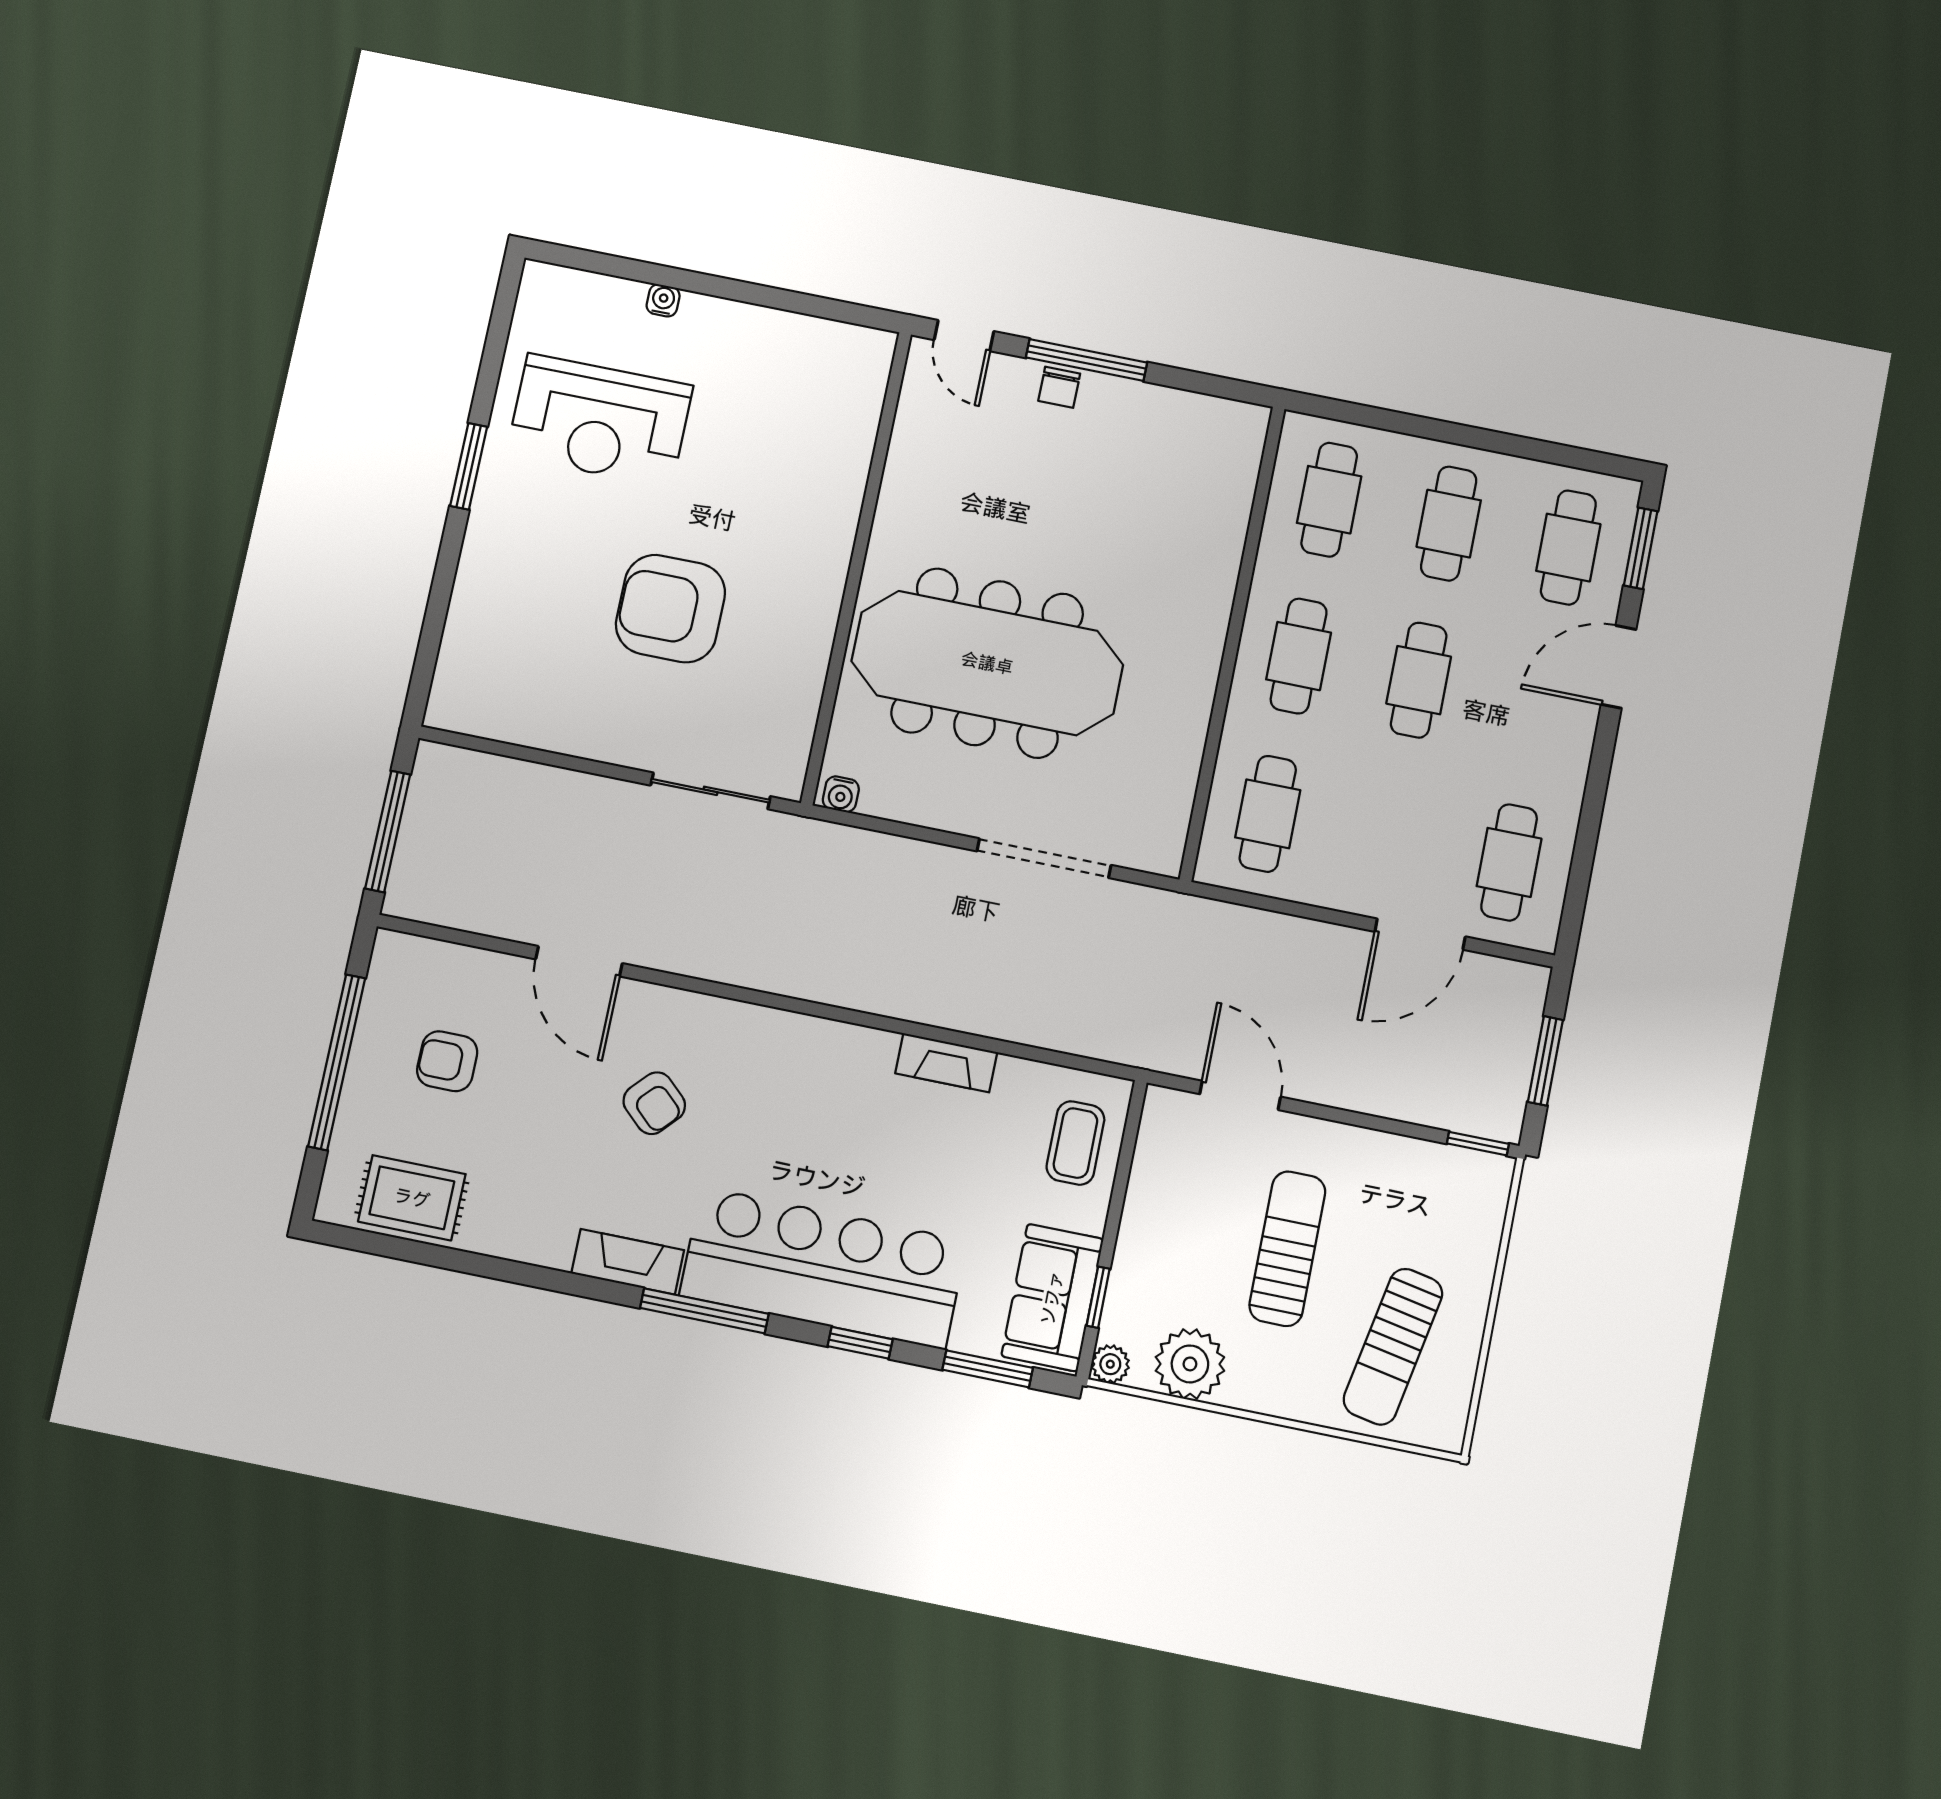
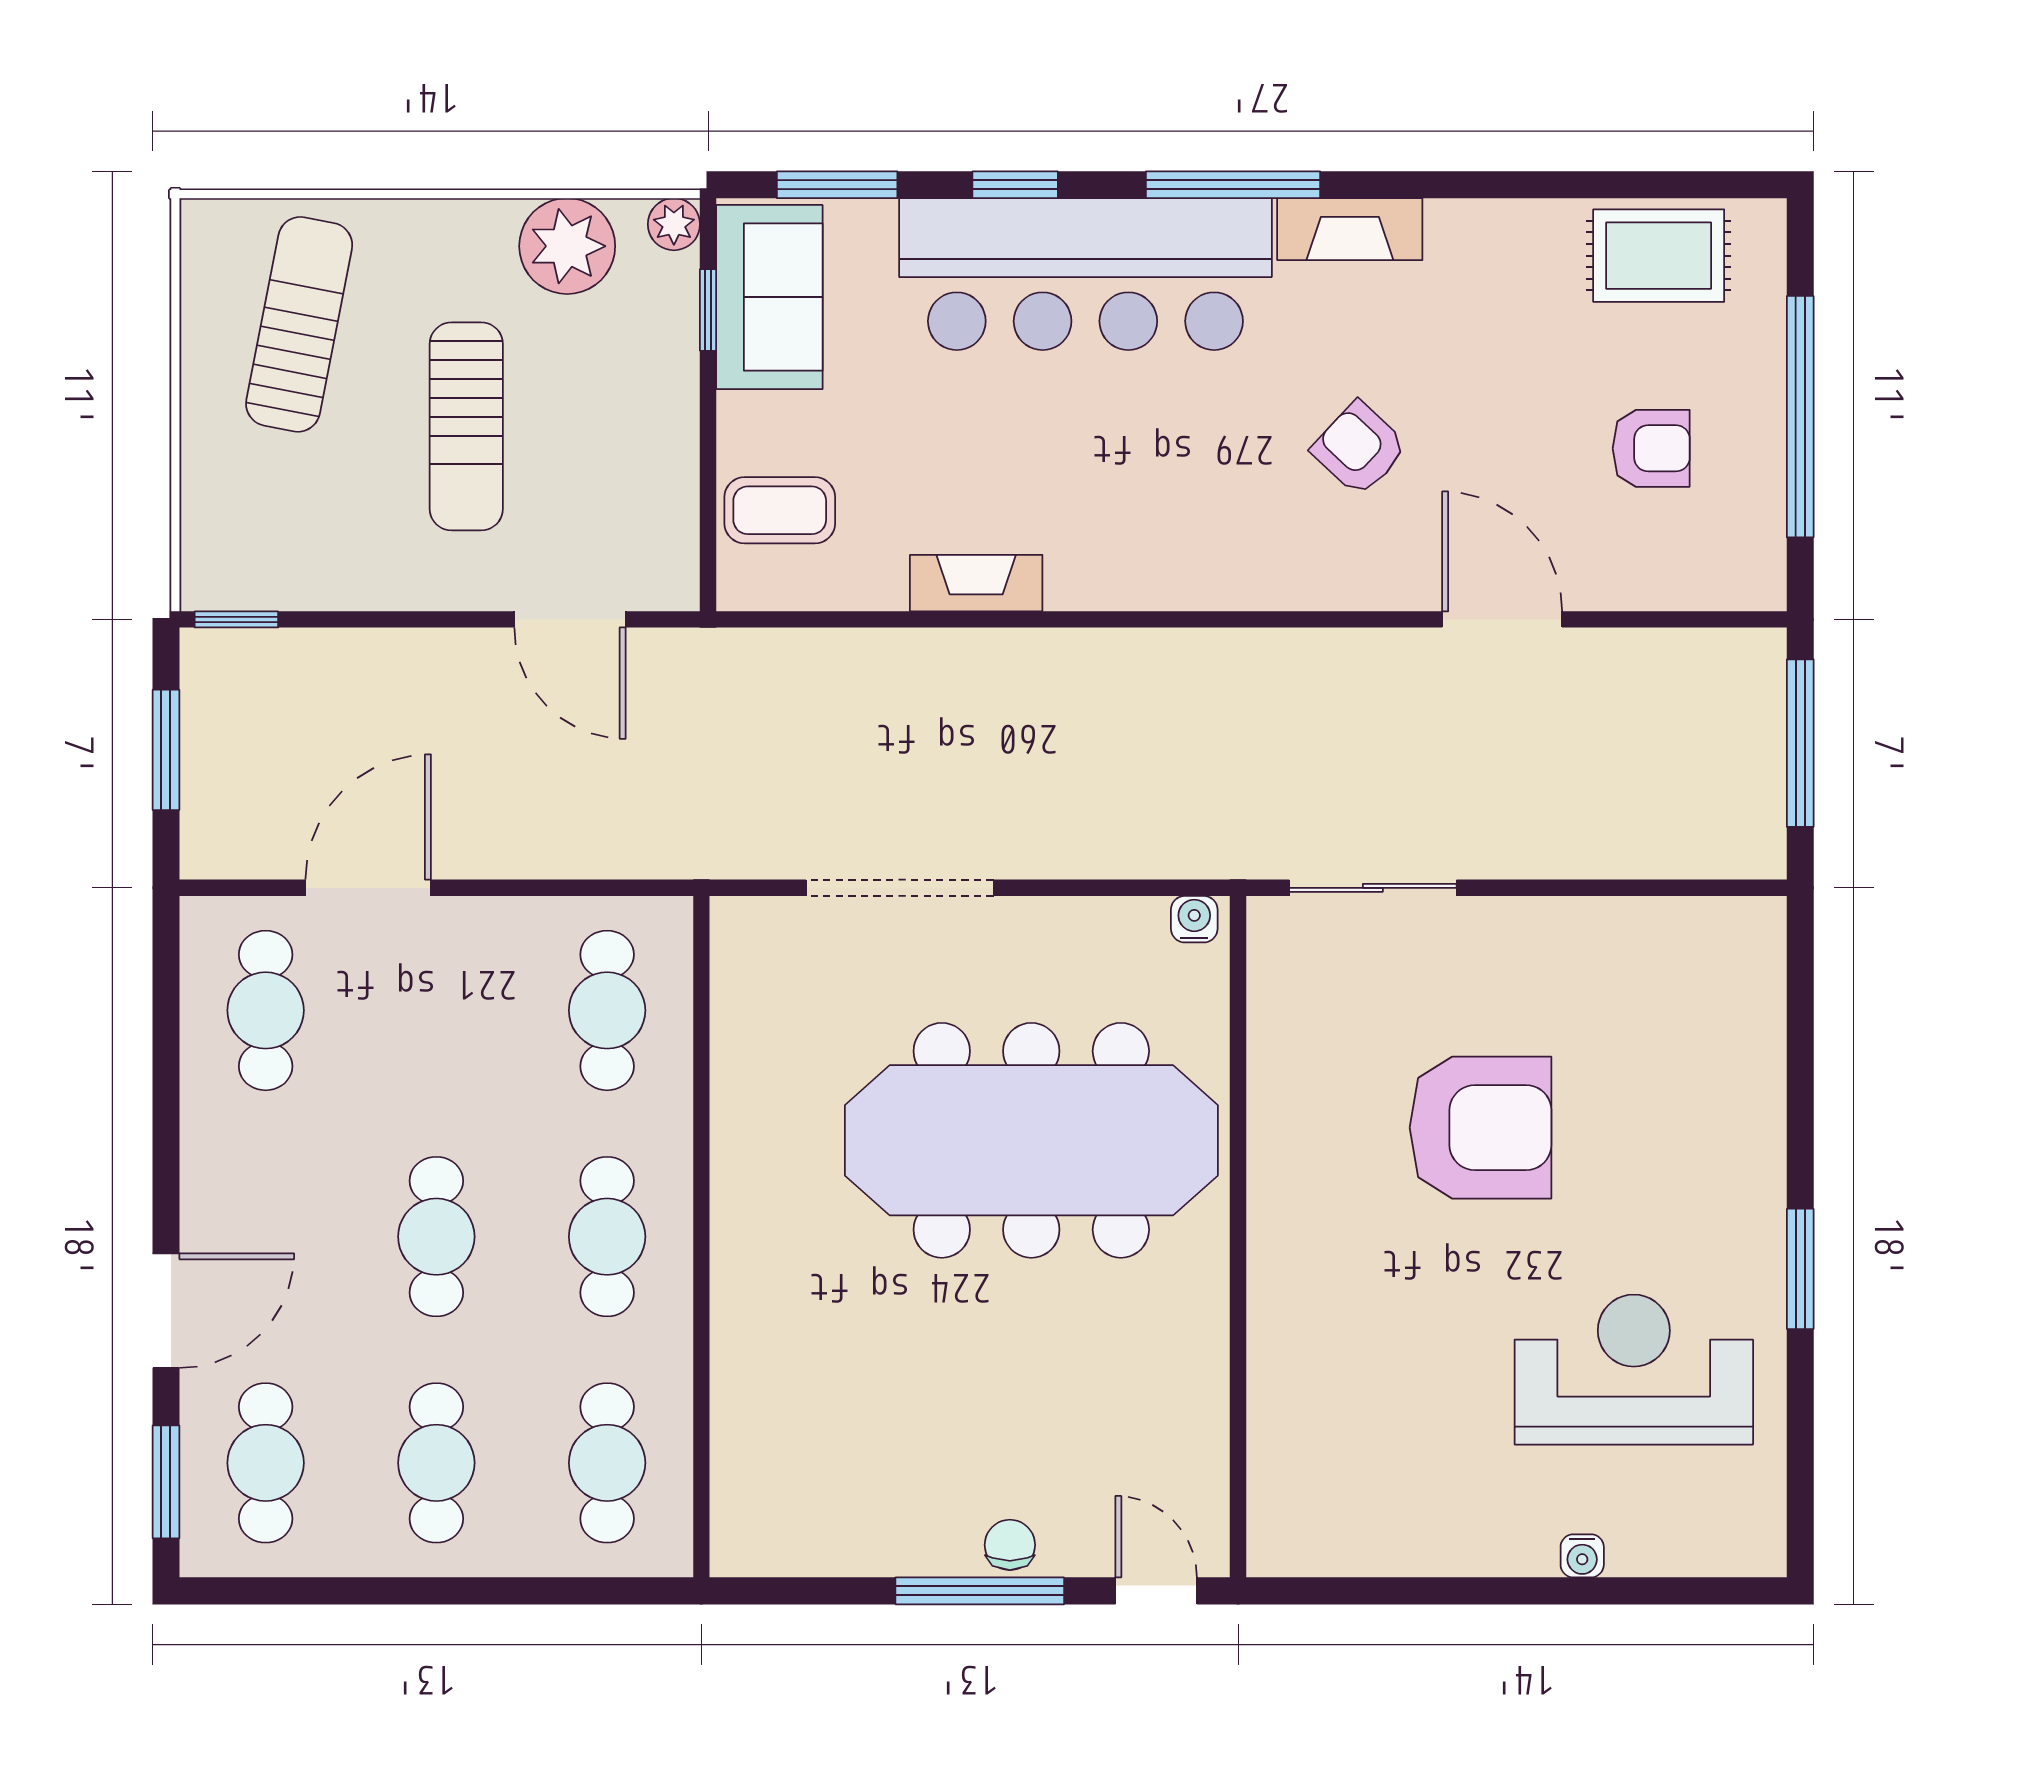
coffee table: (1075, 1143) -> (780, 510), turned 90

